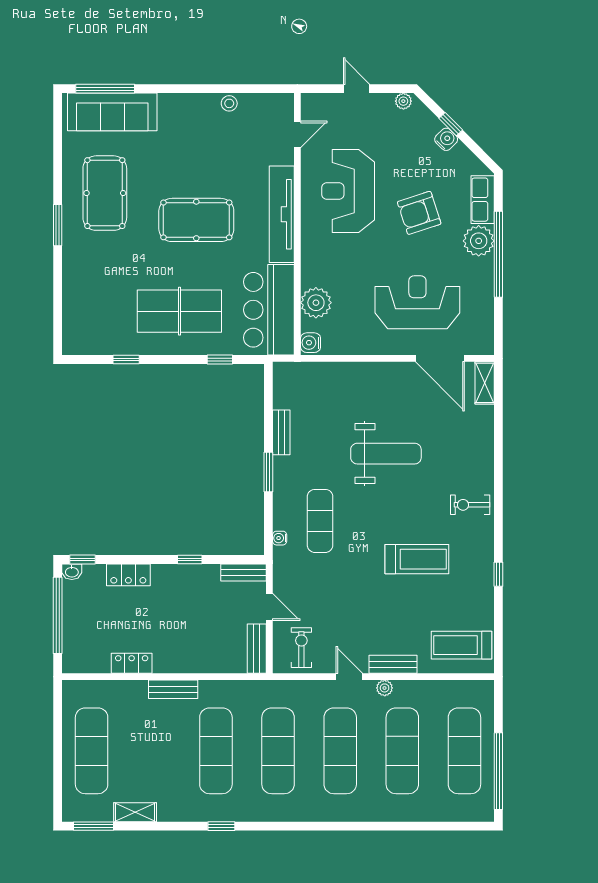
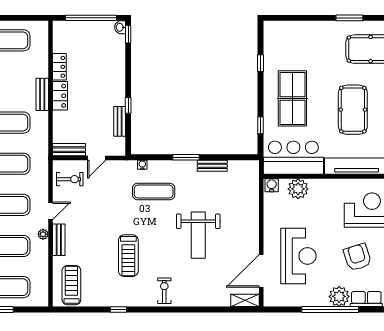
bench: (244, 572) -> (120, 121), moved
locker: (128, 575) -> (60, 96), moved, turned 180

